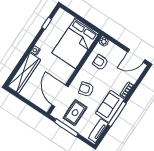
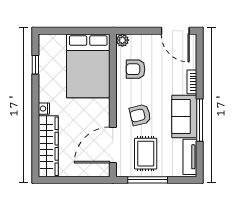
door: (136, 56) -> (175, 31), hinge flipped
door: (60, 96) -> (113, 145), hinge flipped

